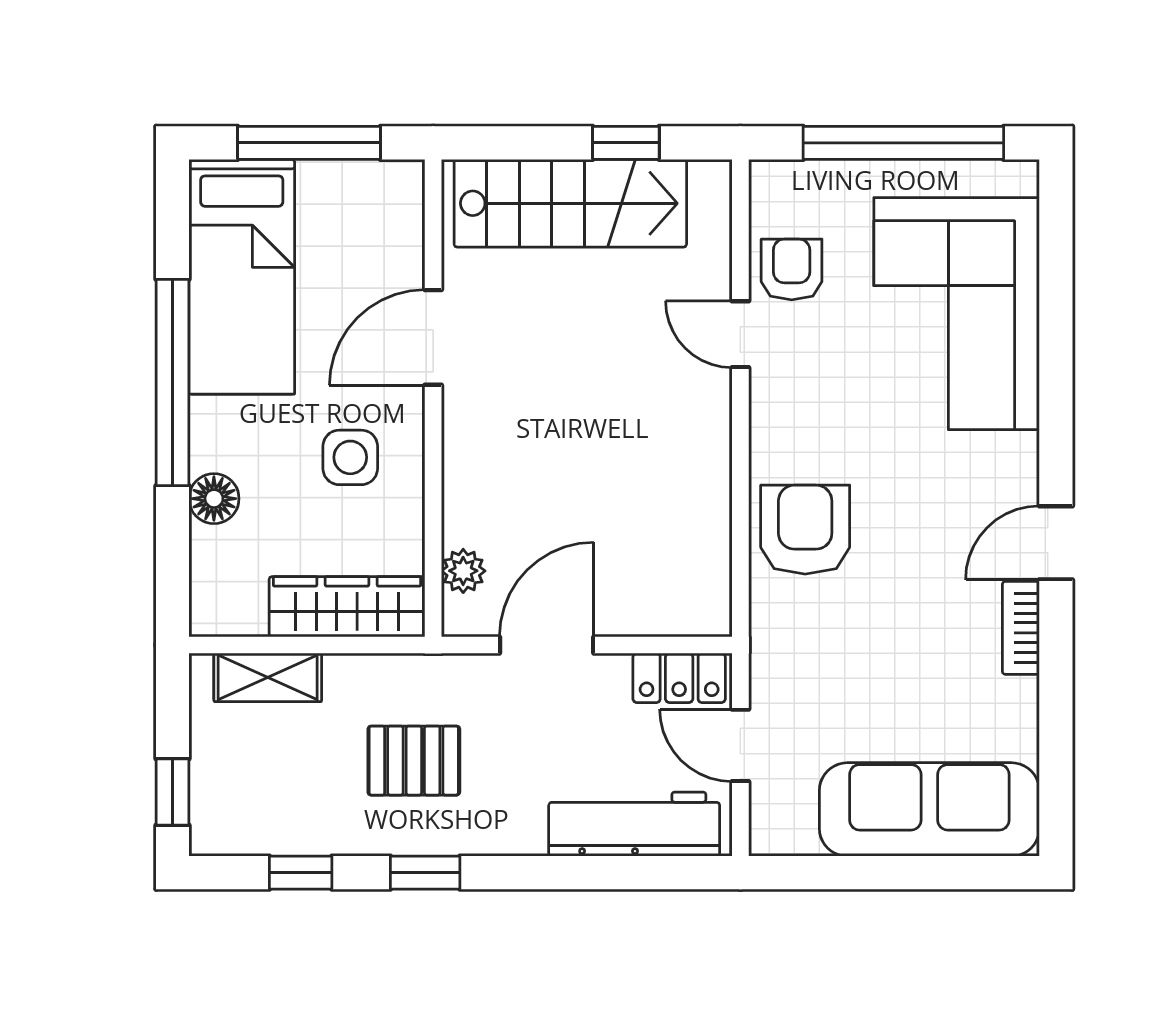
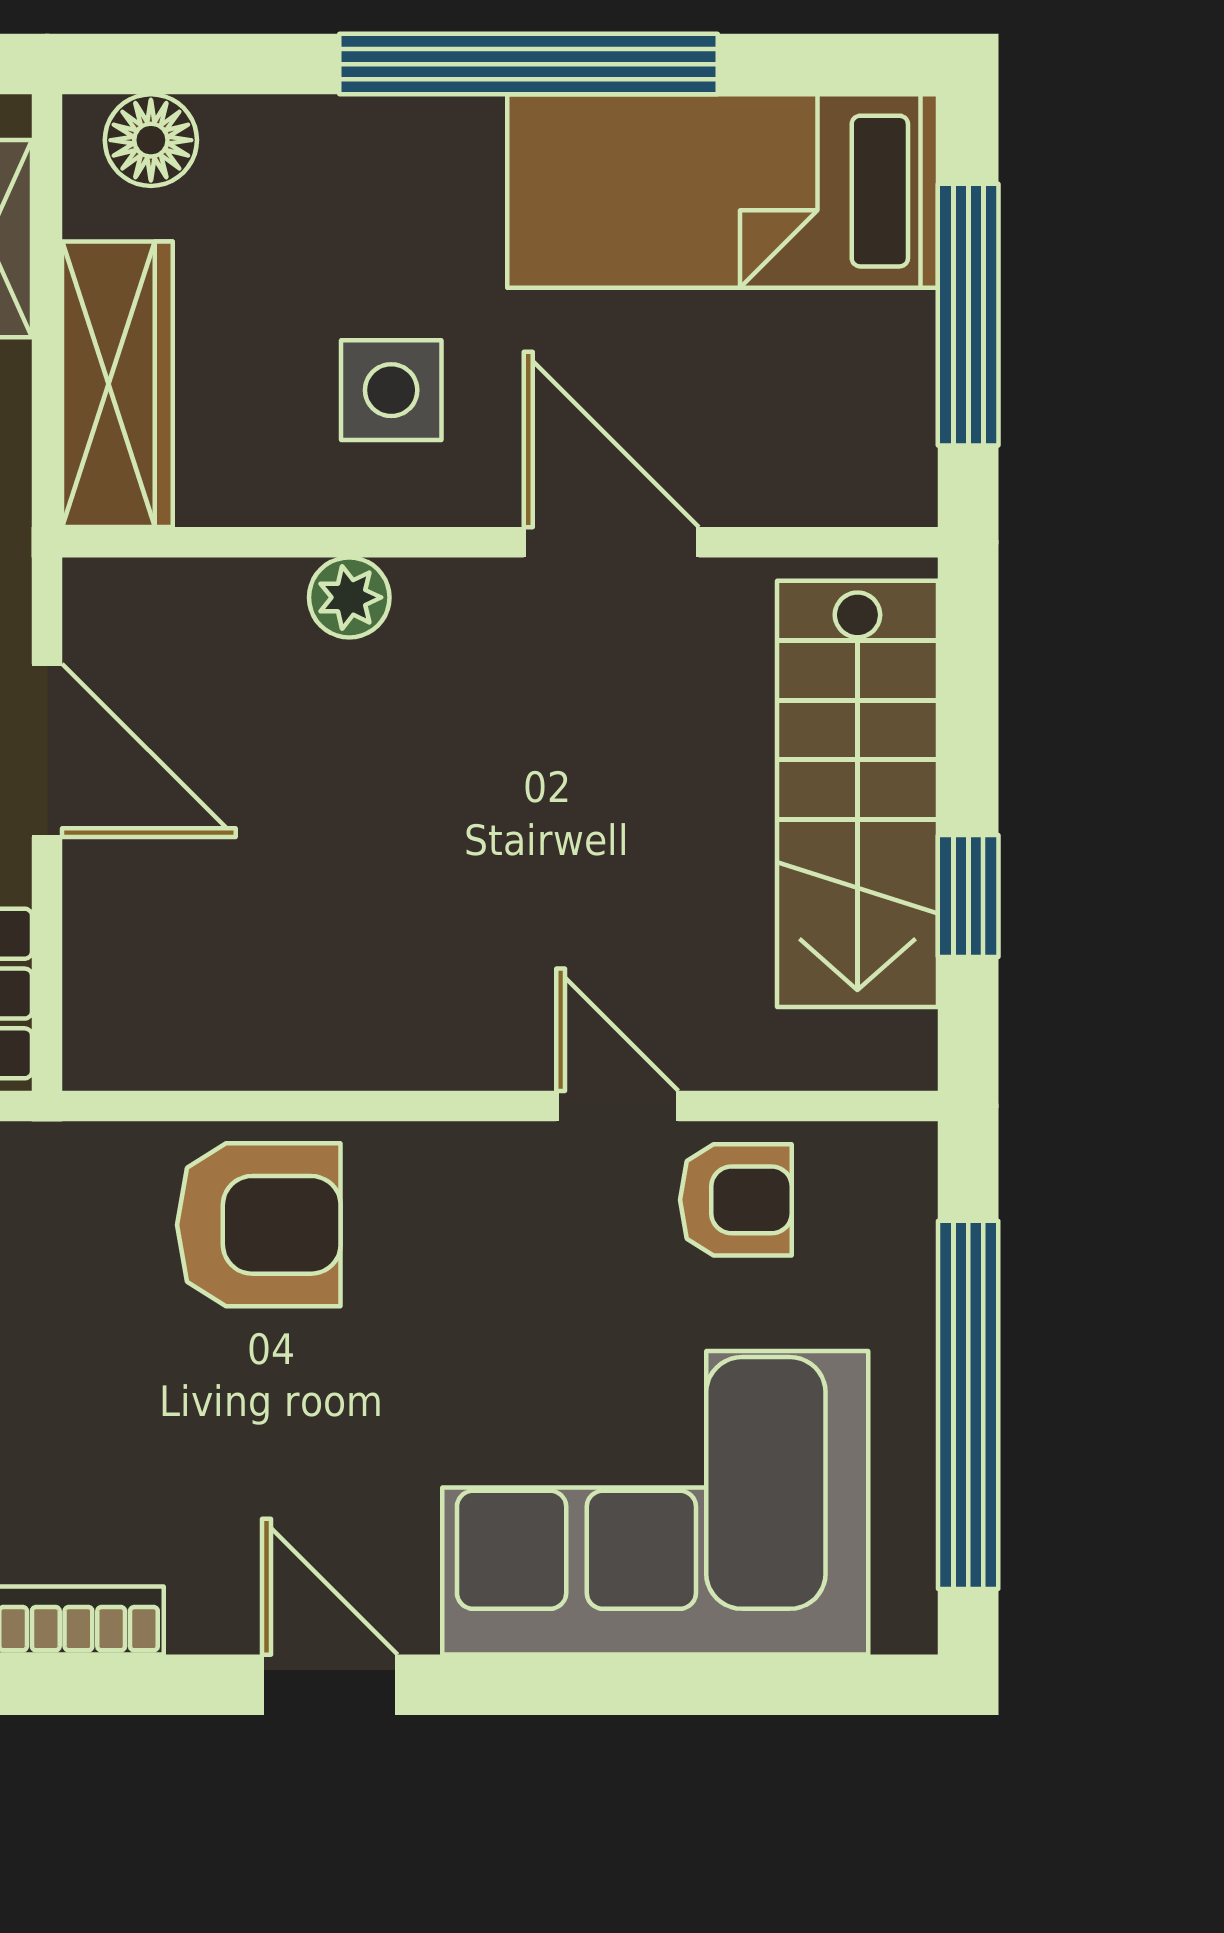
door: (740, 334) -> (617, 1106), hinge flipped
floor lamp: (214, 499) -> (151, 140), moved
door: (1056, 543) -> (330, 1685), moved
plant: (463, 571) -> (349, 597), moved

